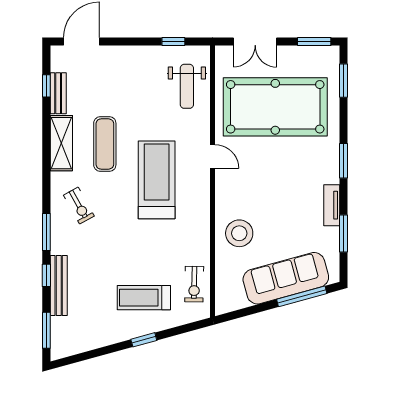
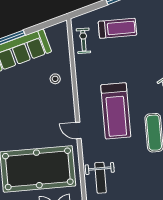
weight bench: (187, 86) -> (100, 178), turned 180
stool: (239, 233) -> (55, 79), width x0.53, depth x0.53

